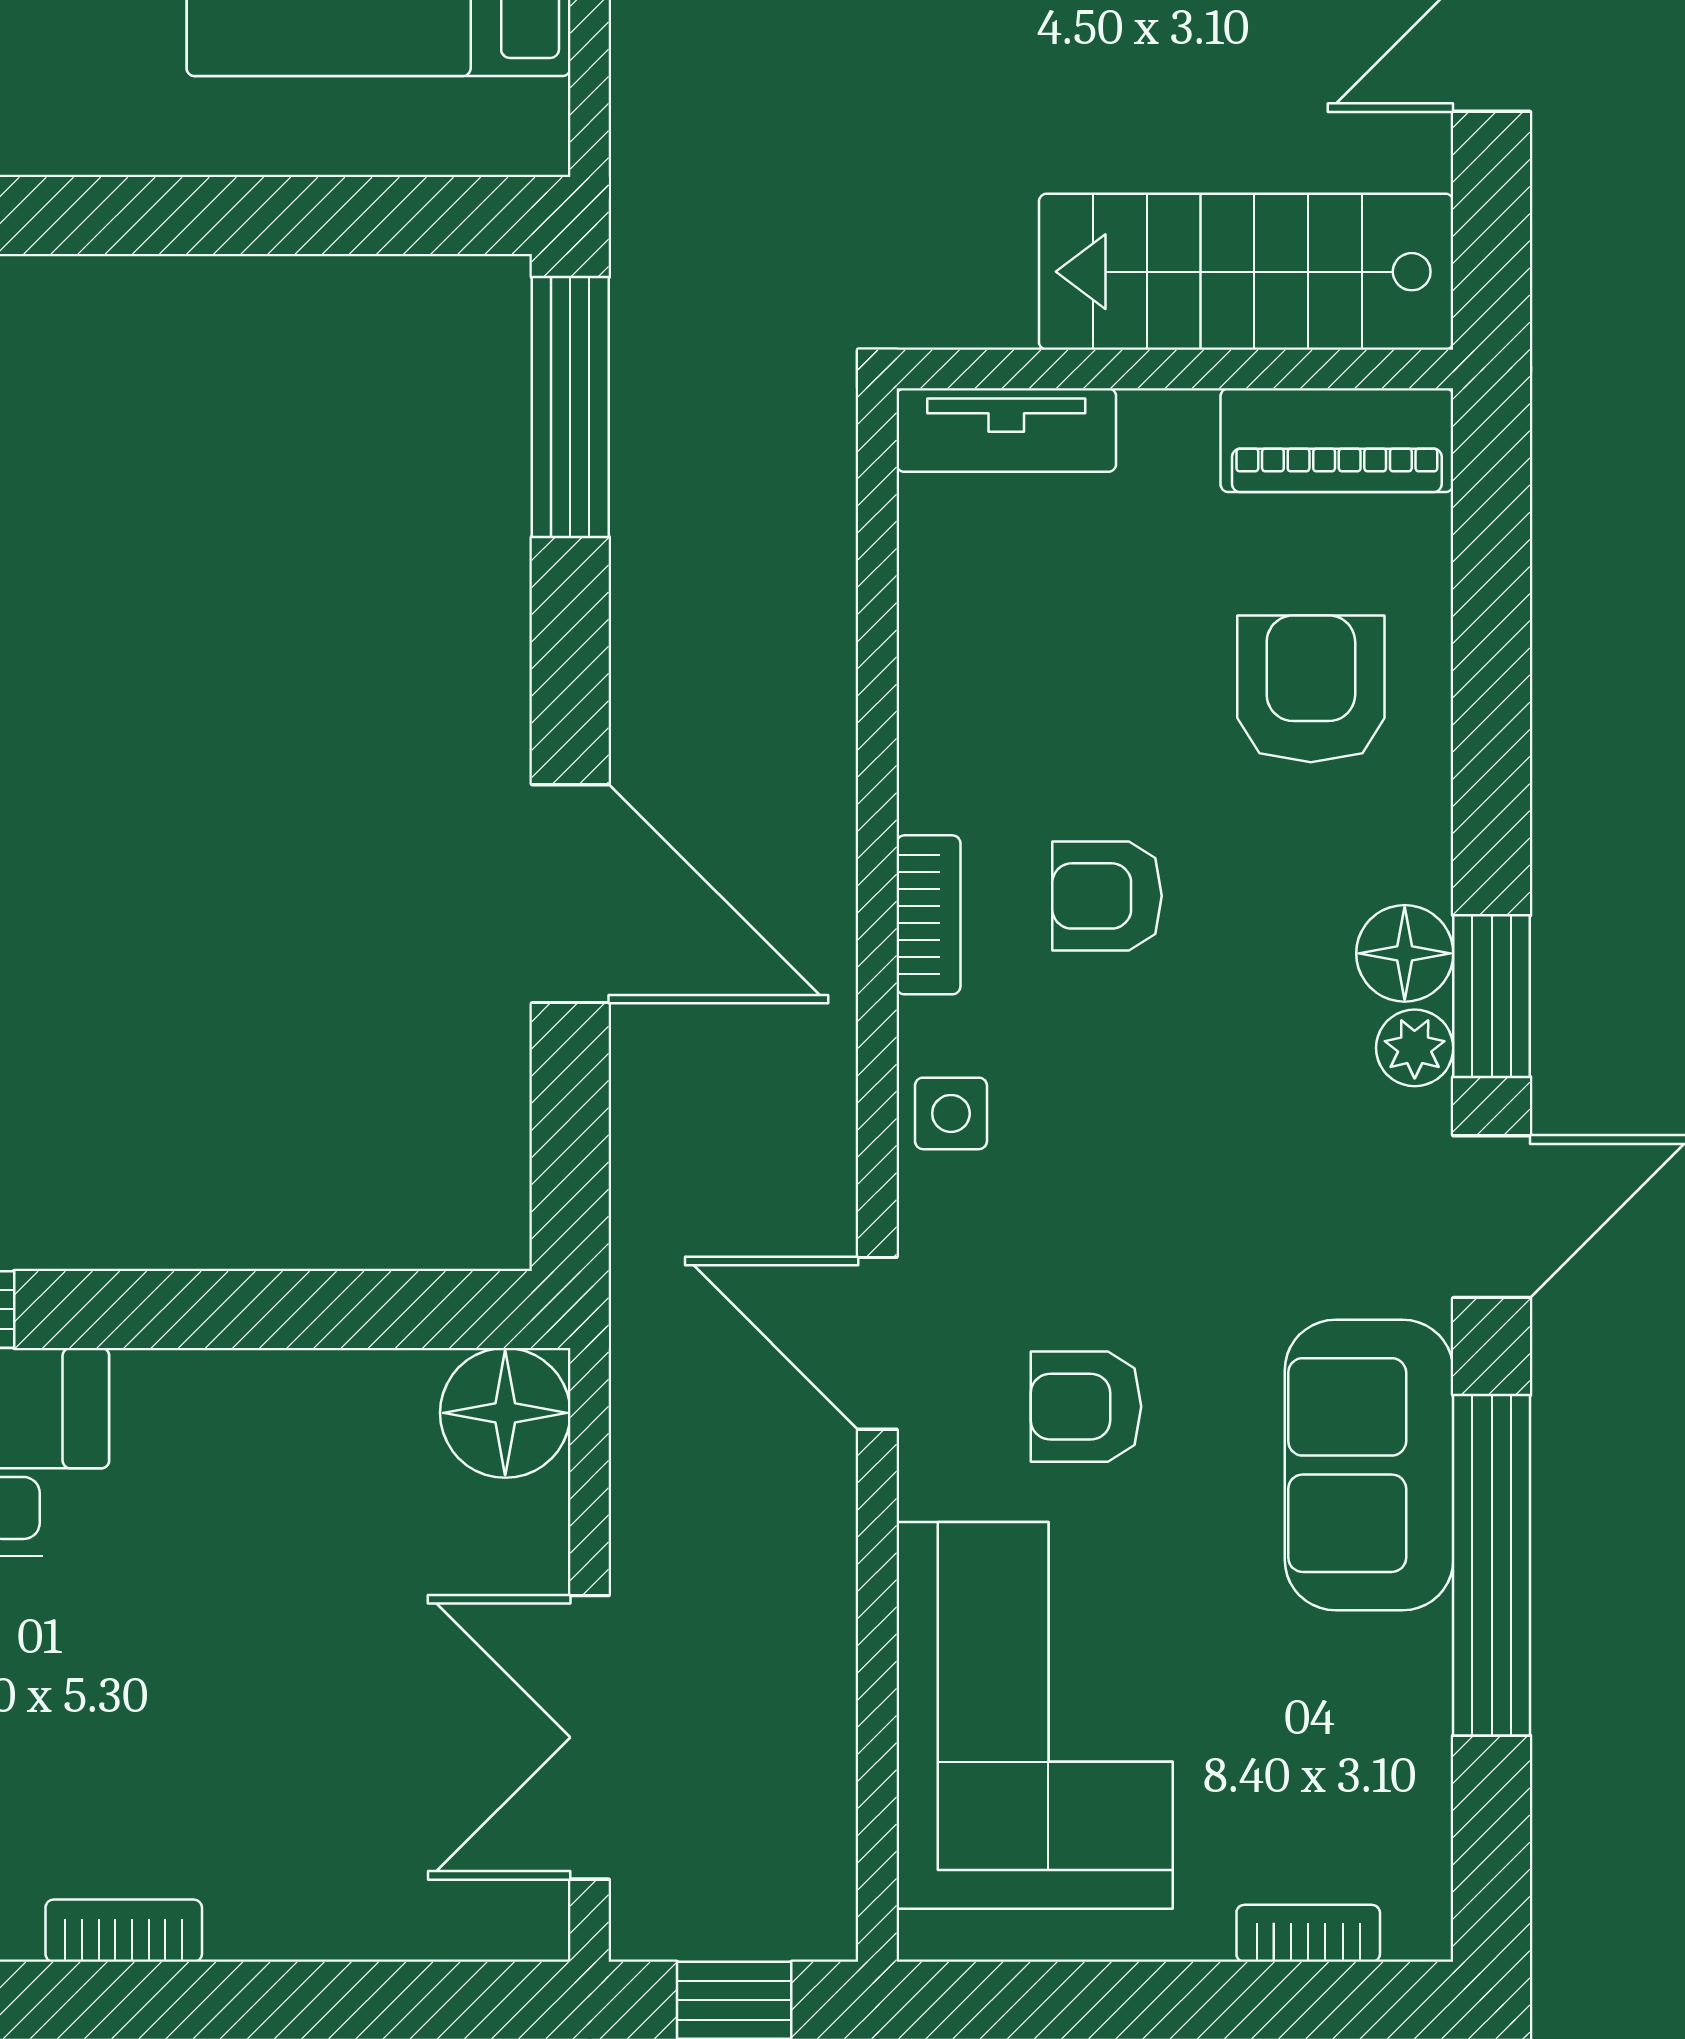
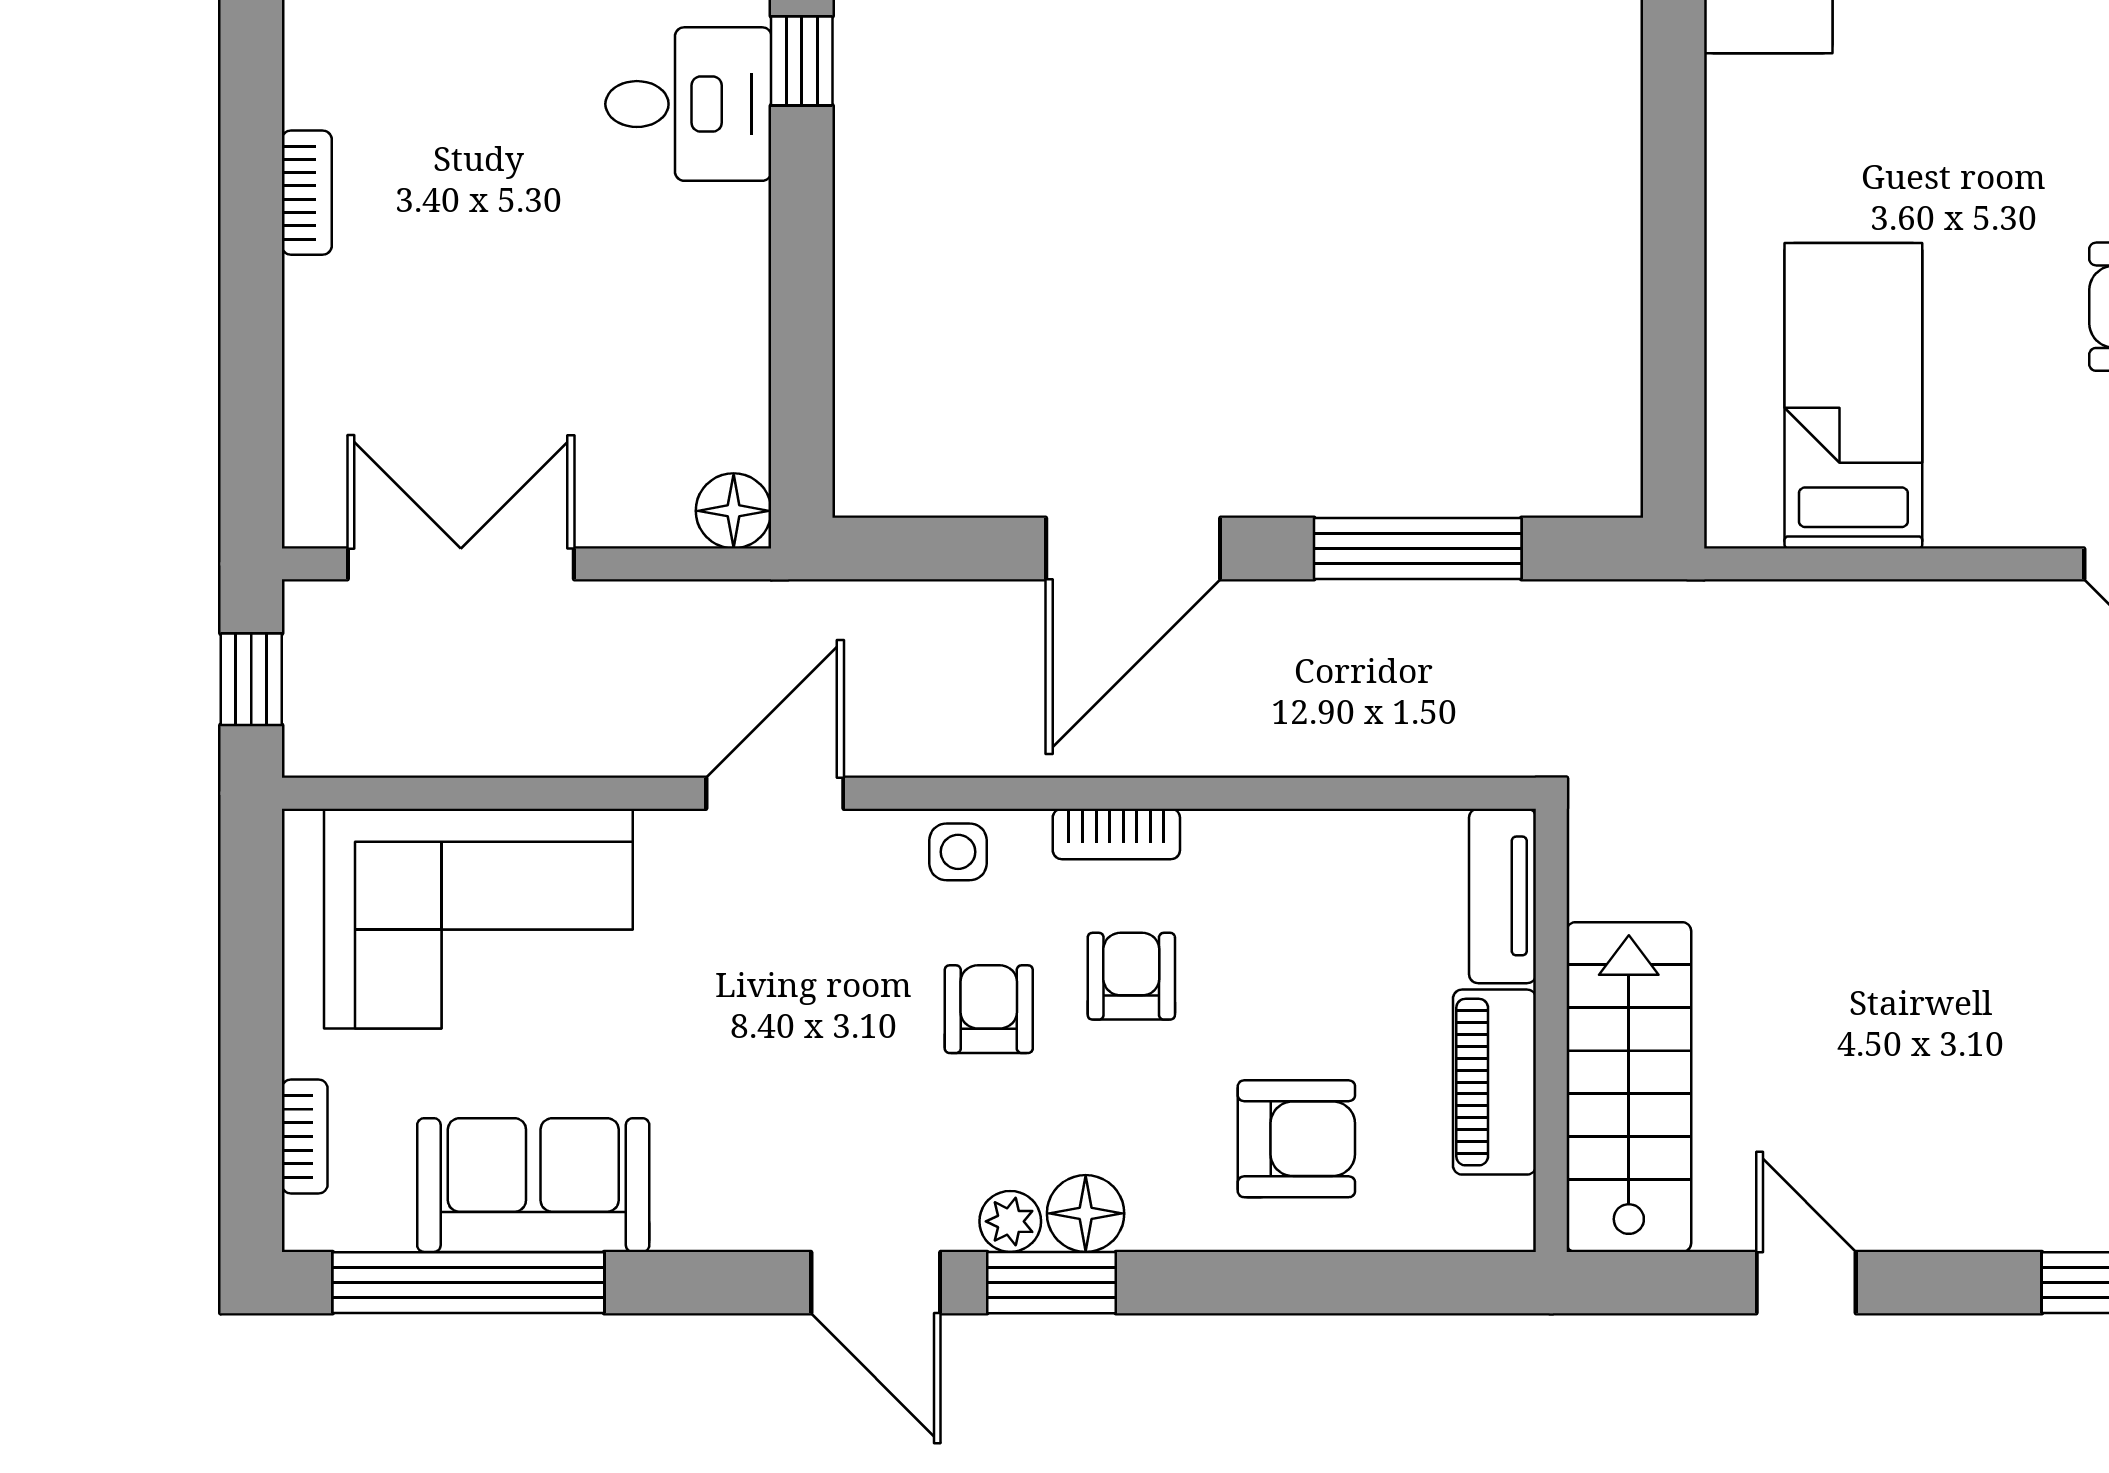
window: (570, 407) -> (1418, 549), moved
piano: (1337, 440) -> (1495, 1082), moved
armchair: (1086, 1407) -> (989, 1009), moved
floor lamp: (505, 1413) -> (734, 511), width x0.73, depth x0.73
sofa: (1369, 1465) -> (533, 1185), moved
window: (1492, 1565) -> (468, 1283), moved

